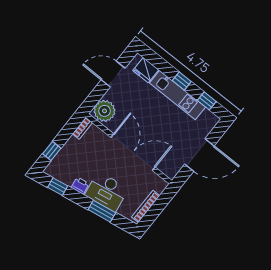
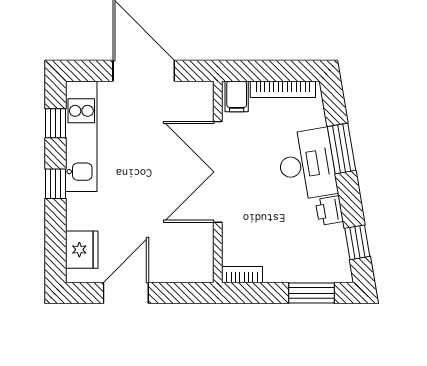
door: (113, 74) -> (126, 293), swing flipped
kitchen unit: (177, 95) -> (81, 136), moved
plant: (105, 111) -> (190, 262), removed
window: (52, 151) -> (312, 293), width x1.50
filing cabinet: (158, 185) -> (237, 96), added

